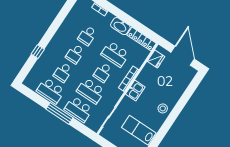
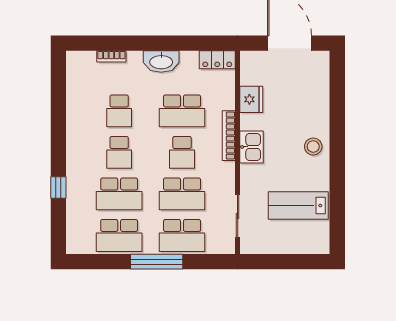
locker: (142, 39) -> (217, 60), width x0.66
fridge: (156, 59) -> (251, 99), moved
school desk: (63, 72) -> (119, 194), width x1.85

